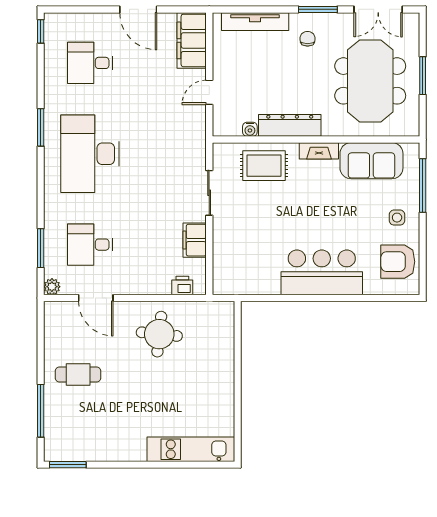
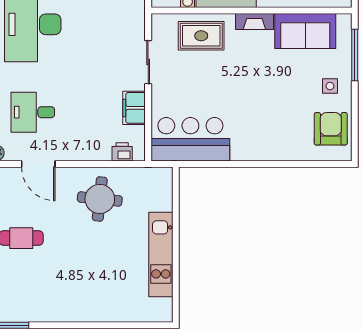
armchair: (398, 262) -> (331, 129), turned 90
bar counter: (322, 272) -> (190, 139), moved
kitchen unit: (191, 449) -> (161, 254), moved, turned -90

